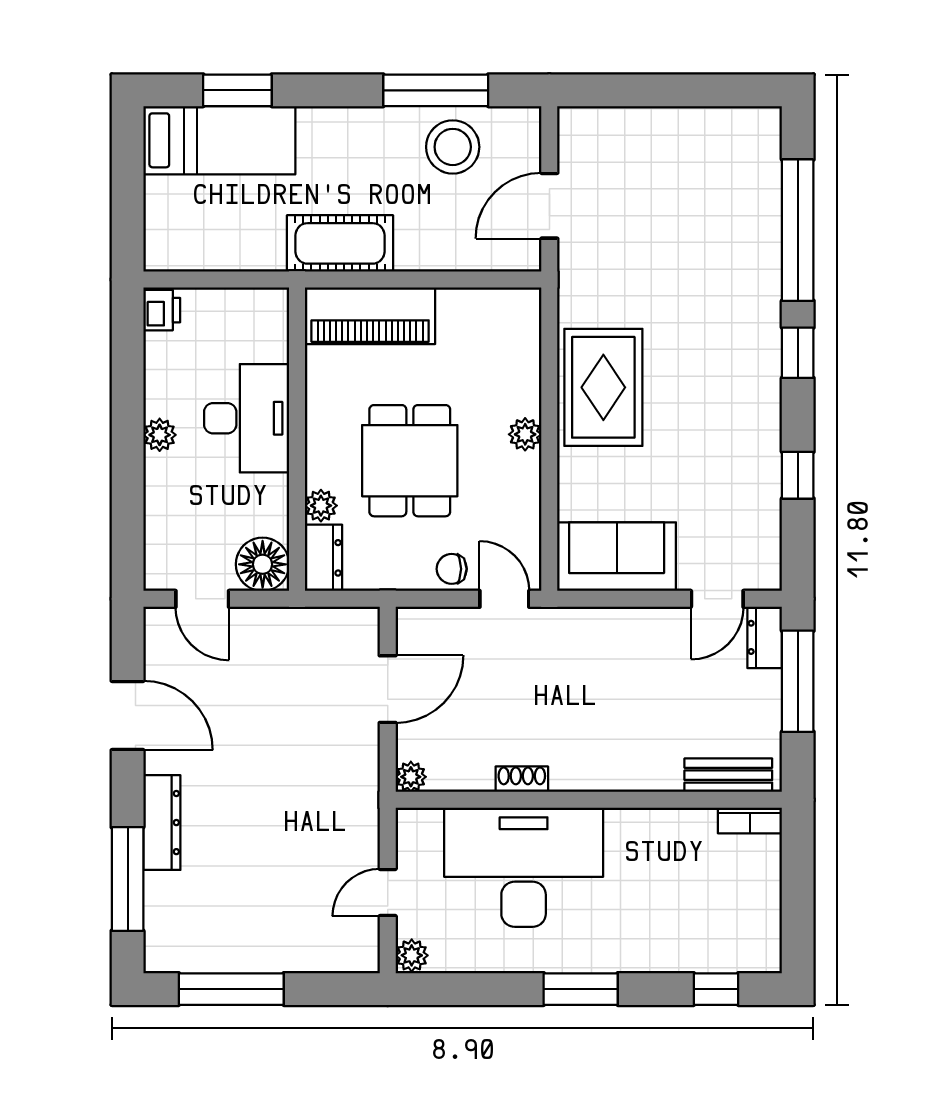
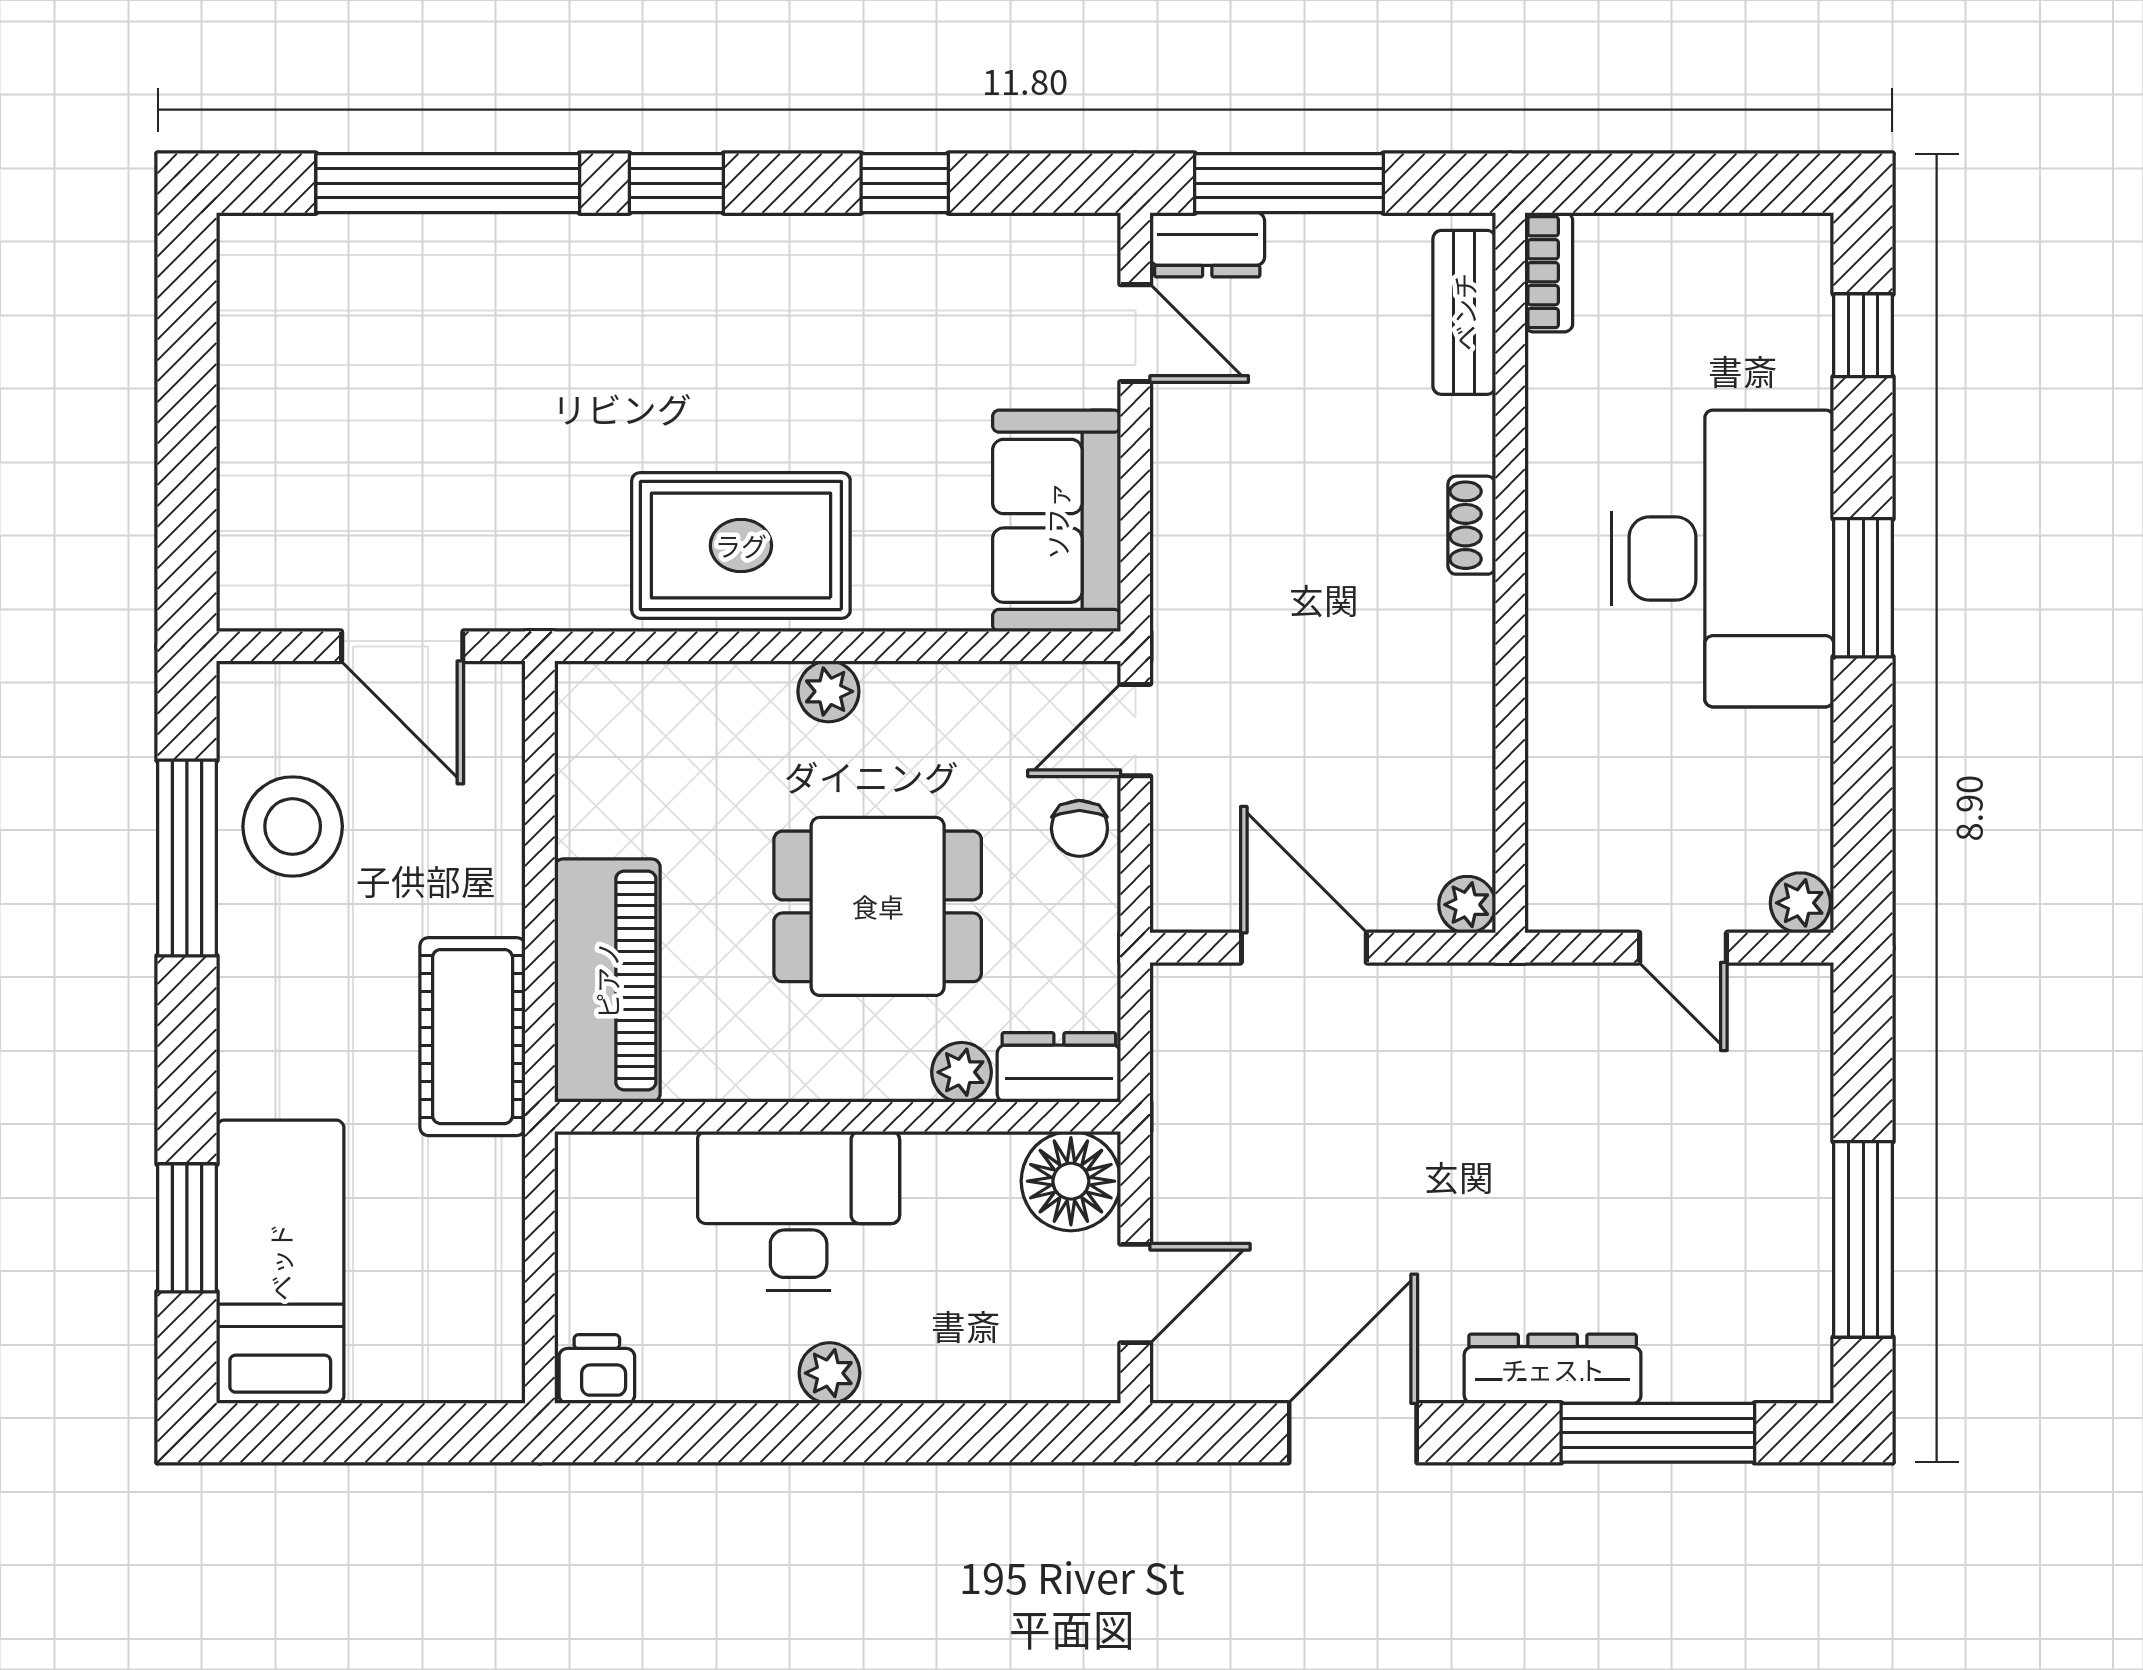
shoe rack: (522, 779) -> (1472, 525), moved
desk: (524, 867) -> (1723, 558), moved, turned 180

